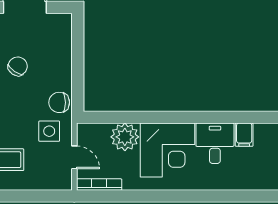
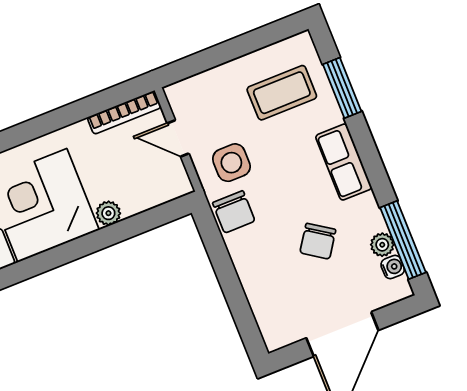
chair: (59, 102) -> (234, 212), turned 91
plant: (125, 137) -> (108, 213), width x0.53, depth x0.53

